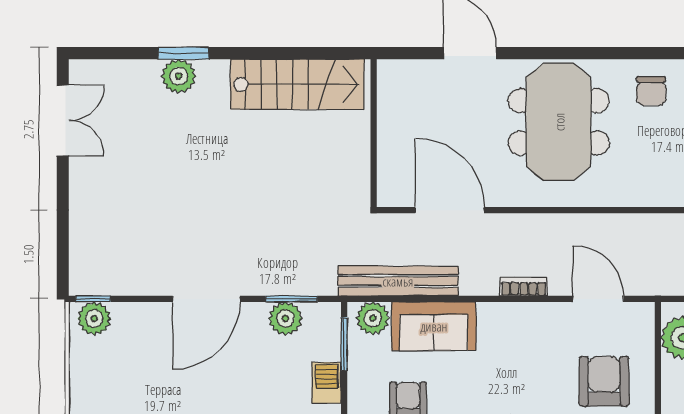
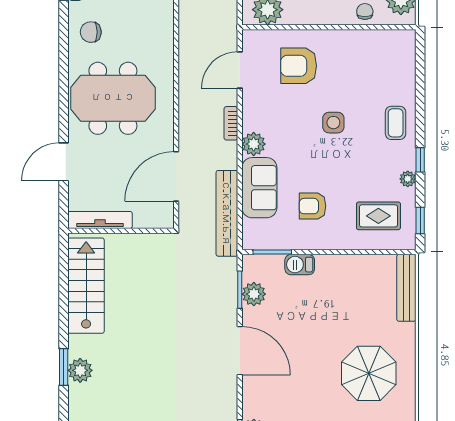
chair: (651, 91) -> (91, 32), turned 180
tv unit: (389, 104) -> (100, 220), added
plant: (373, 318) -> (254, 144), moved

